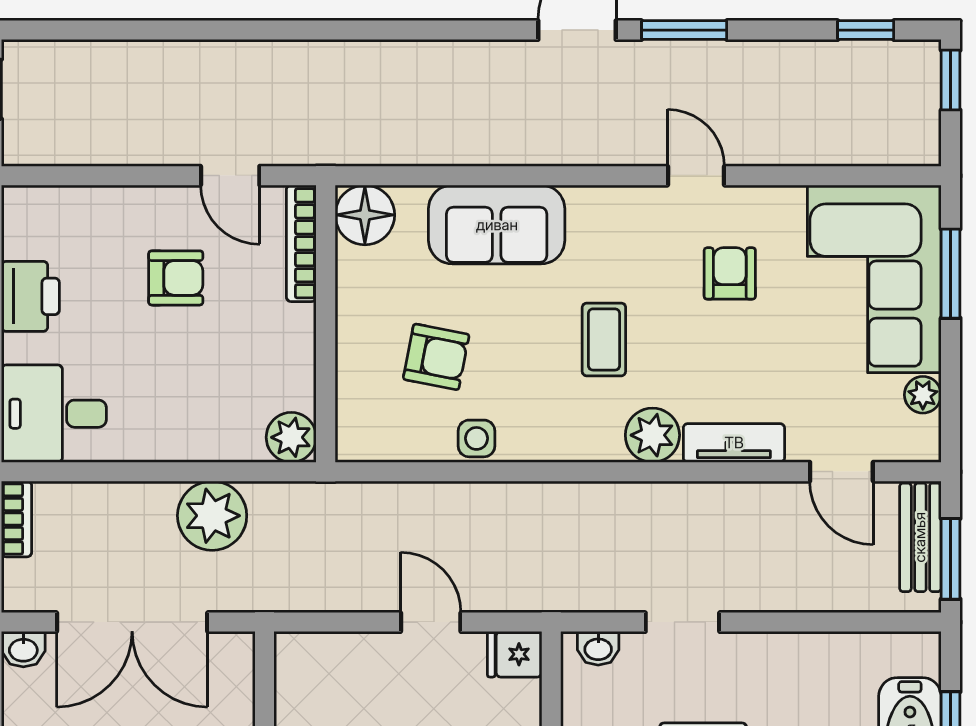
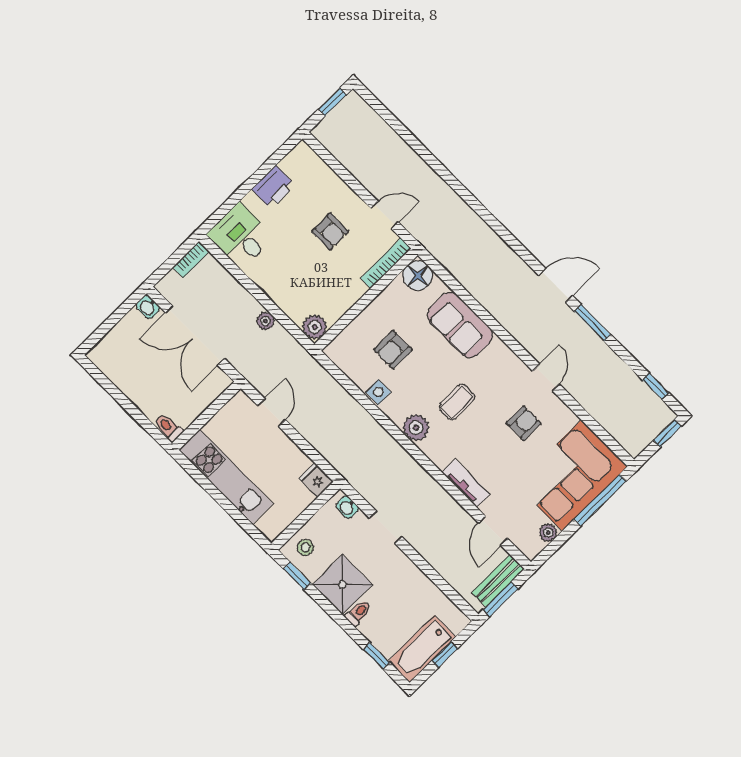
door: (230, 176) -> (385, 215), swing flipped
window: (951, 274) -> (600, 500), width x1.44
armchair: (436, 357) -> (393, 350), turned 79
plant: (652, 435) -> (416, 428), moved
plant: (212, 516) -> (265, 321), width x0.53, depth x0.53
door: (431, 622) -> (272, 413), moved

